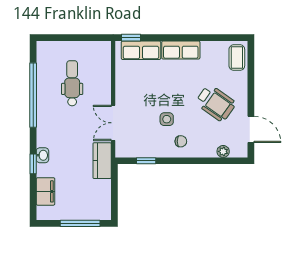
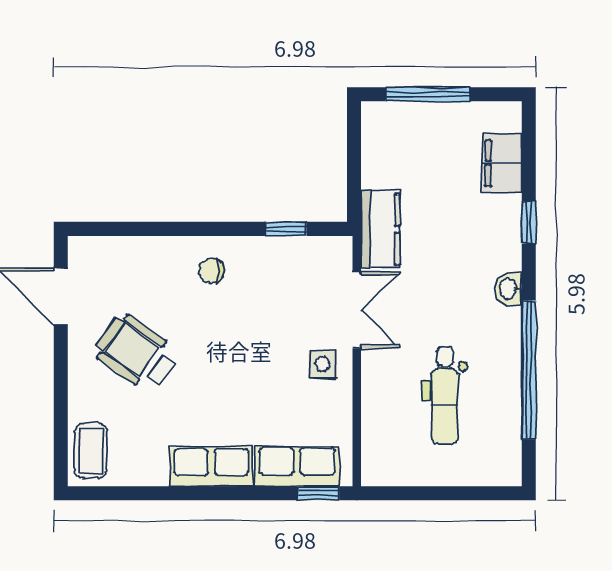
side table: (167, 119) -> (323, 364), moved
plant: (223, 151) -> (120, 249), removed
washbasin: (42, 155) -> (509, 289), moved

